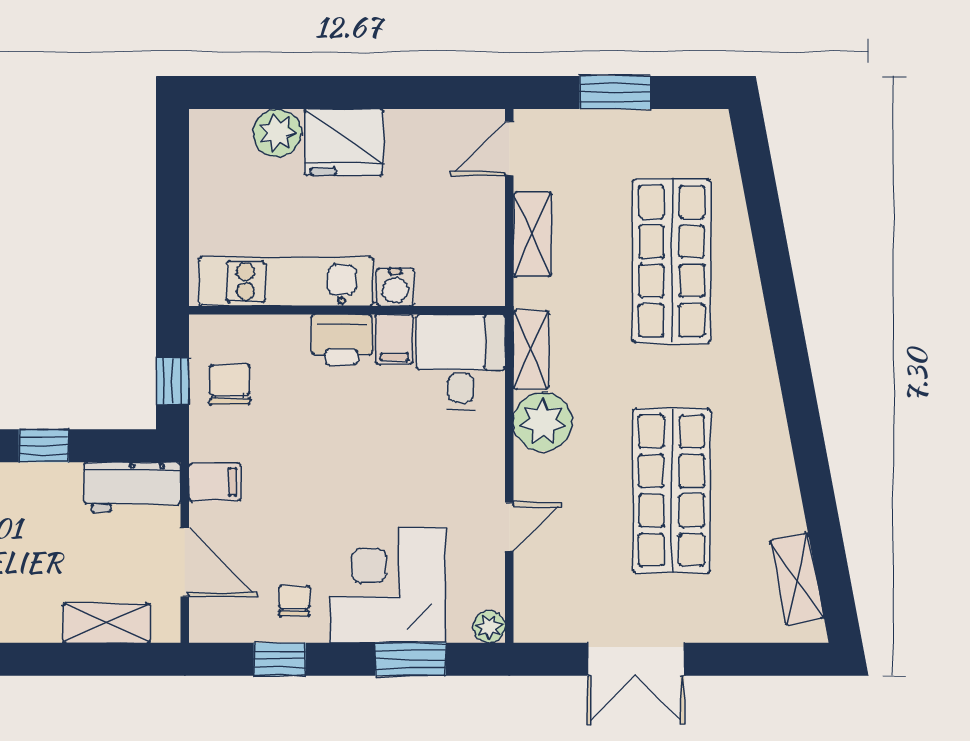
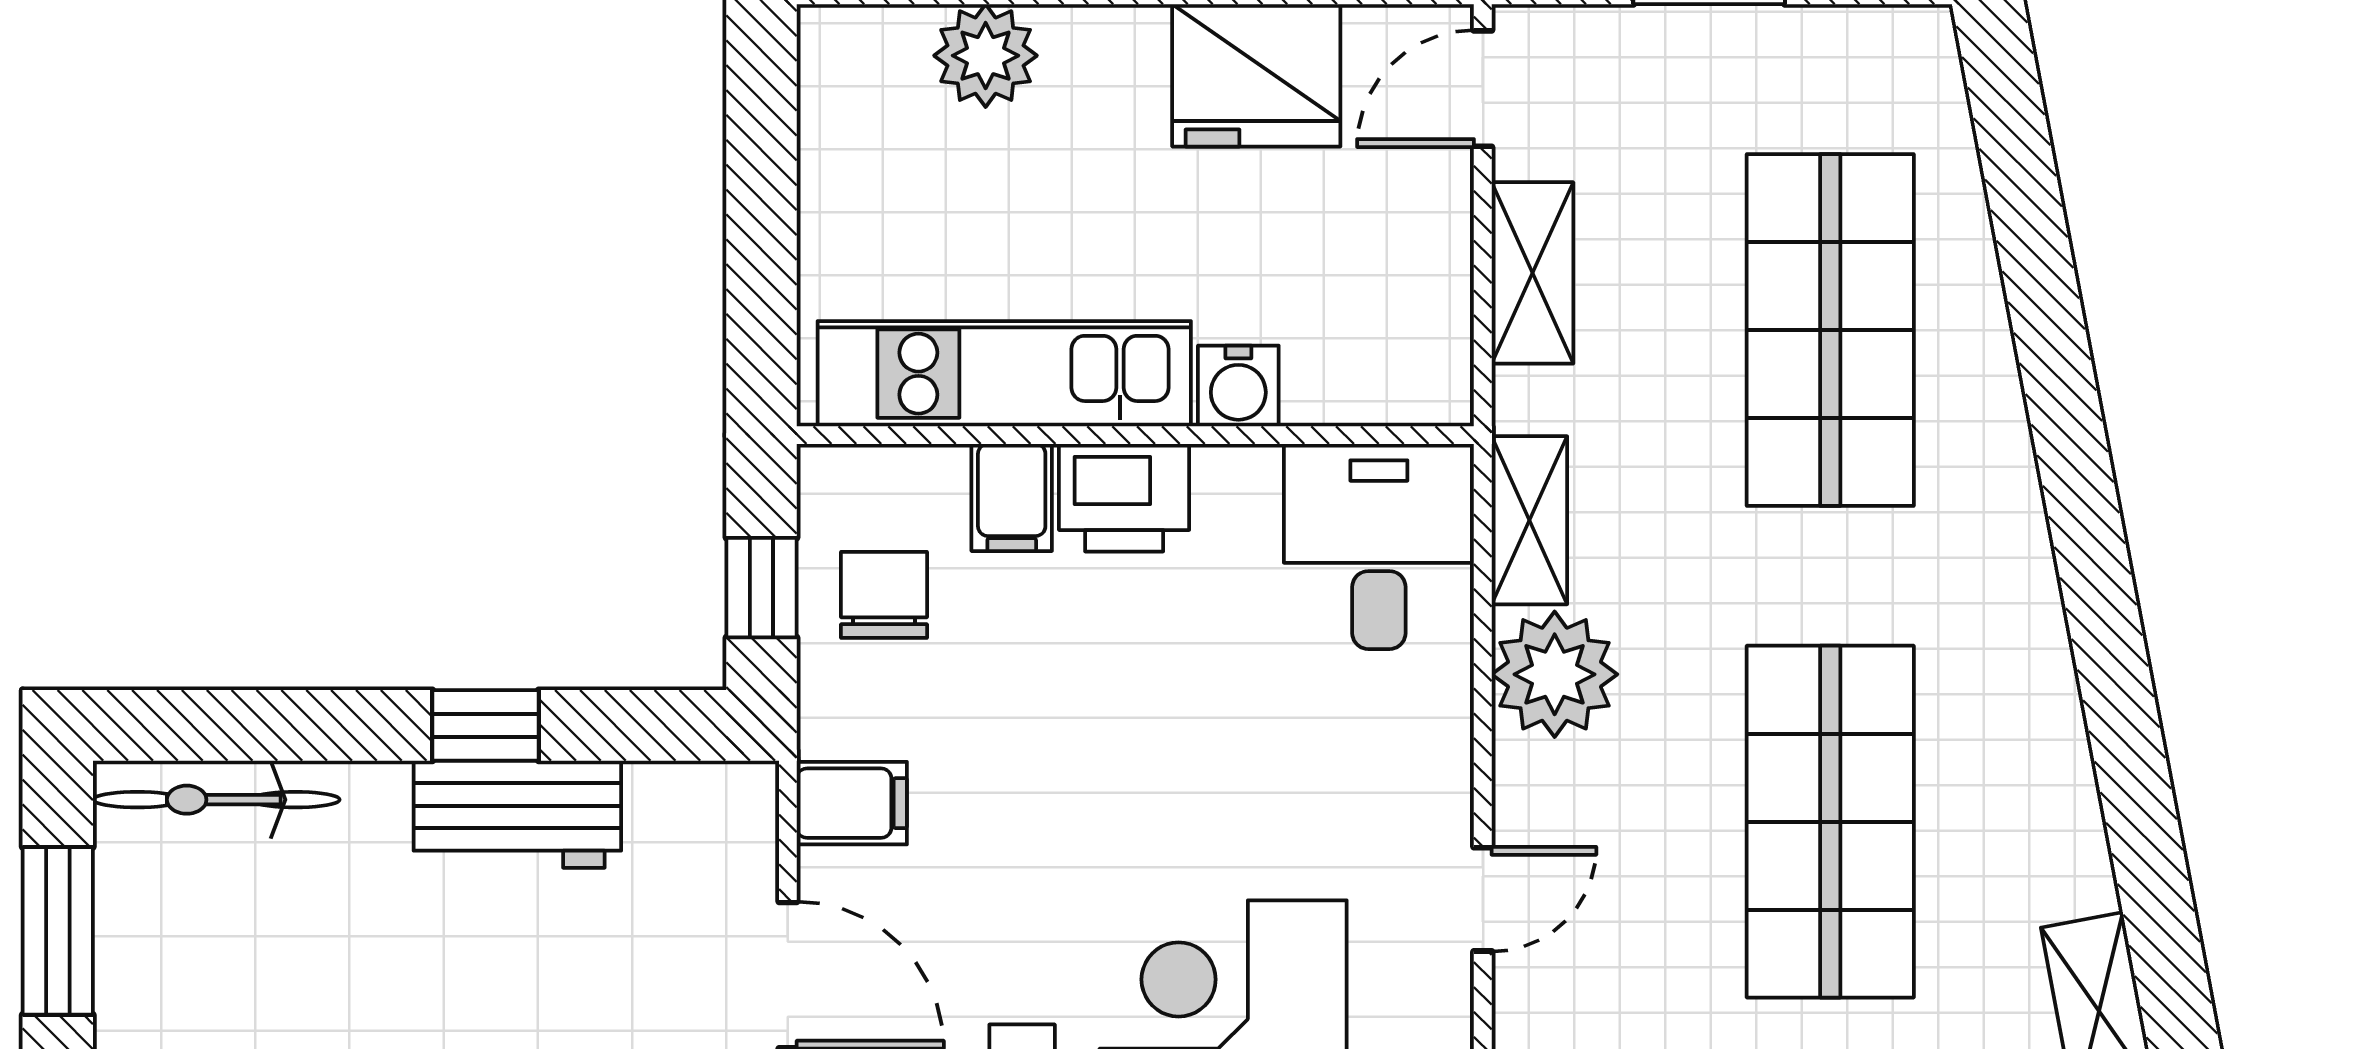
fridge: (344, 142) -> (1256, 75), moved
filing cabinet: (394, 339) -> (1012, 497), moved
workbench: (132, 487) -> (517, 814), moved

